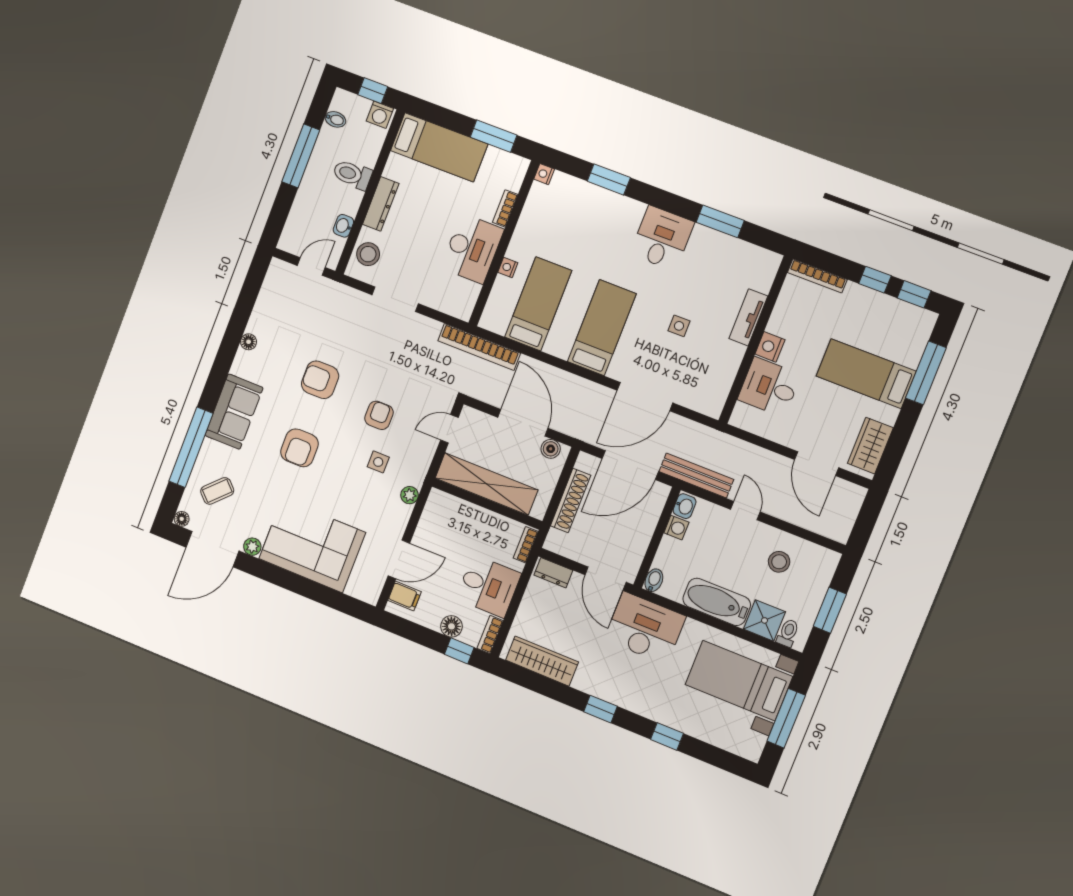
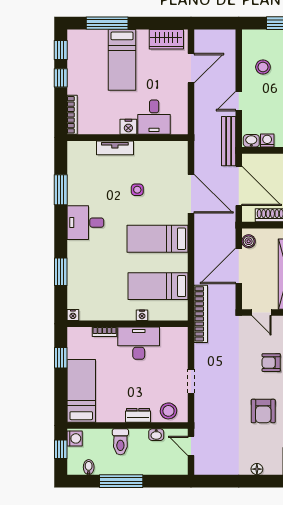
window: (494, 136) -> (61, 358), width x0.67
dresser: (381, 204) -> (138, 415), width x0.70
doorway: (395, 299) -> (191, 381), width x0.73

